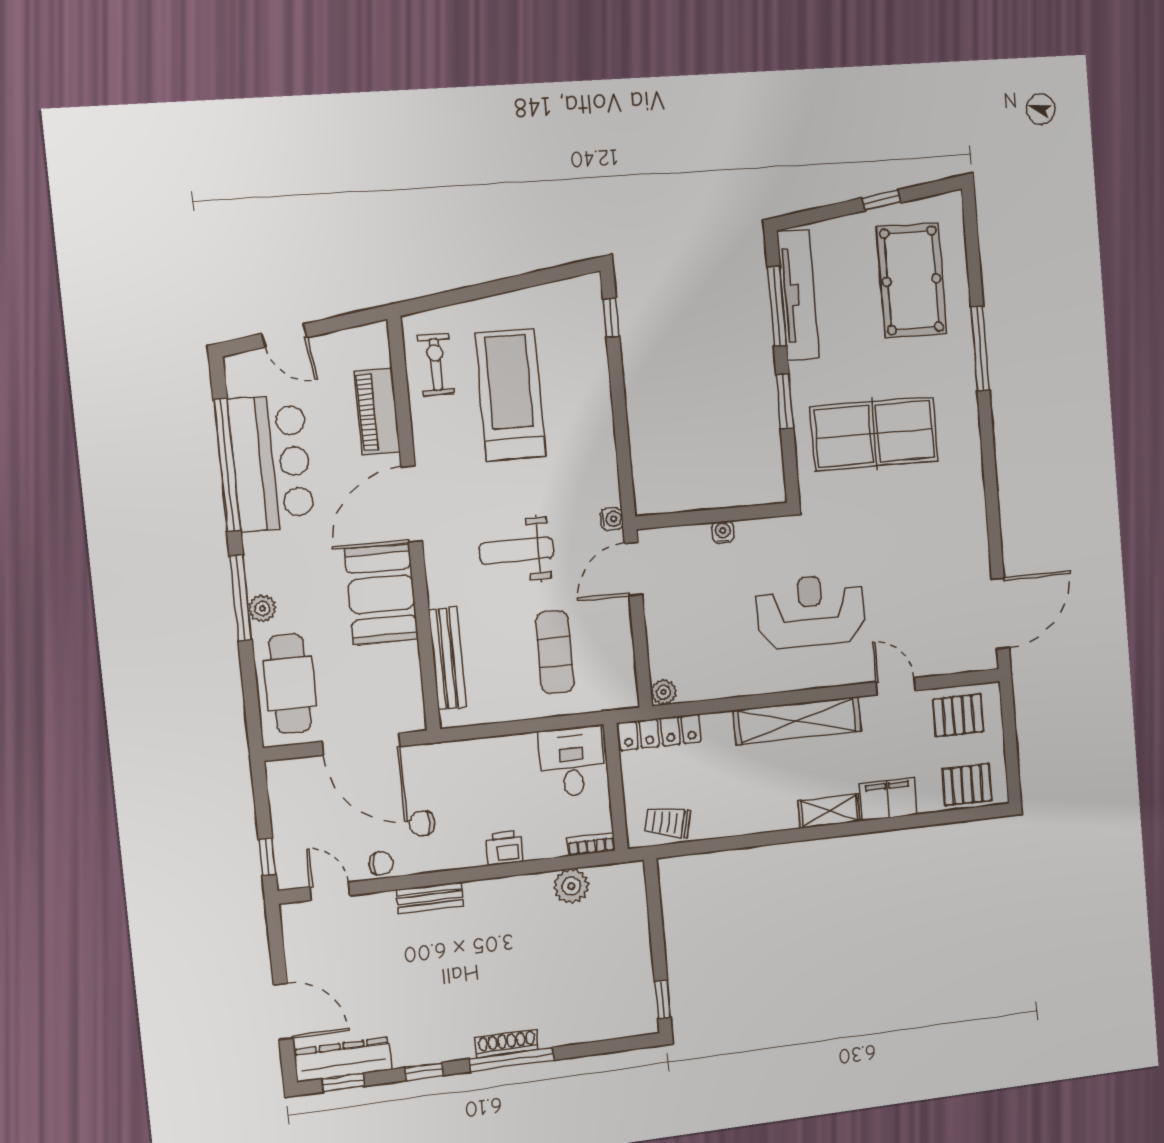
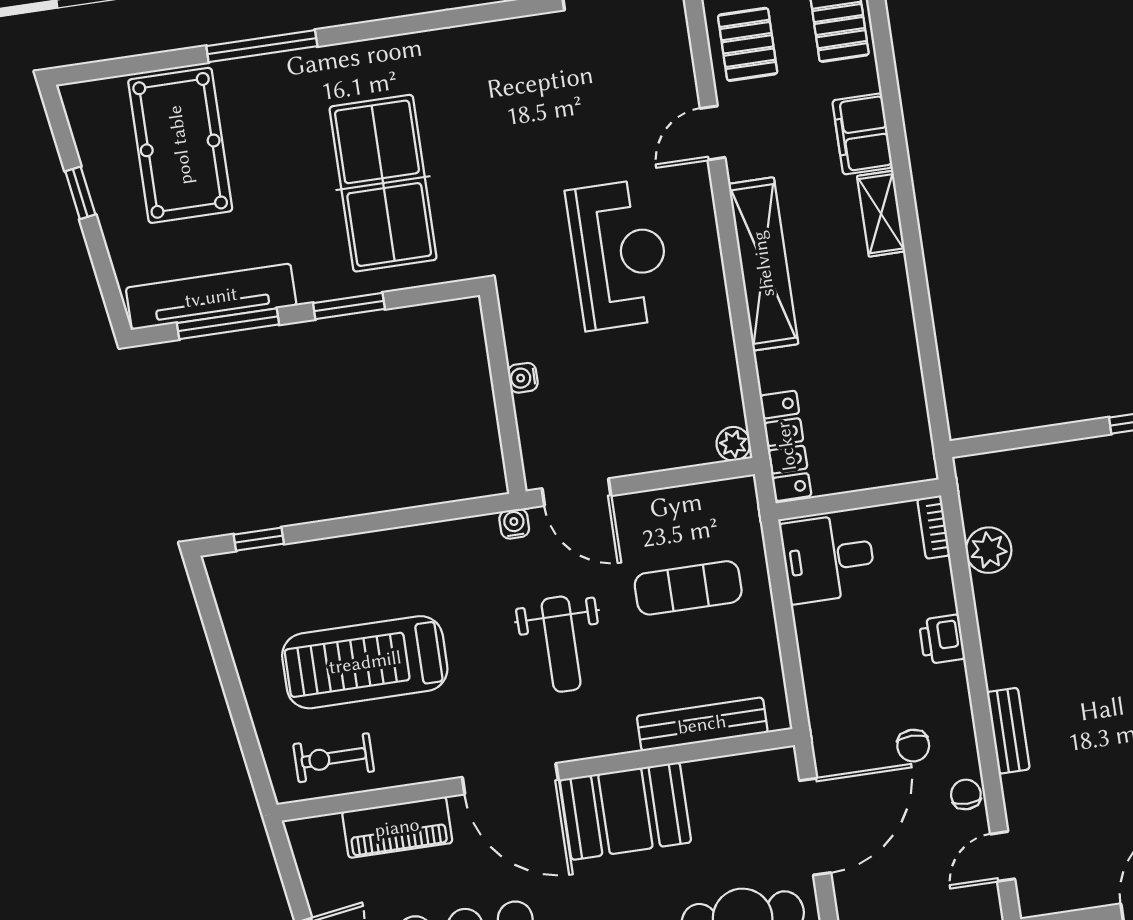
pool table: (912, 280) -> (180, 145), turned 90
reception desk: (811, 611) -> (619, 255), turned 180
trolley: (668, 822) -> (903, 429), removed

